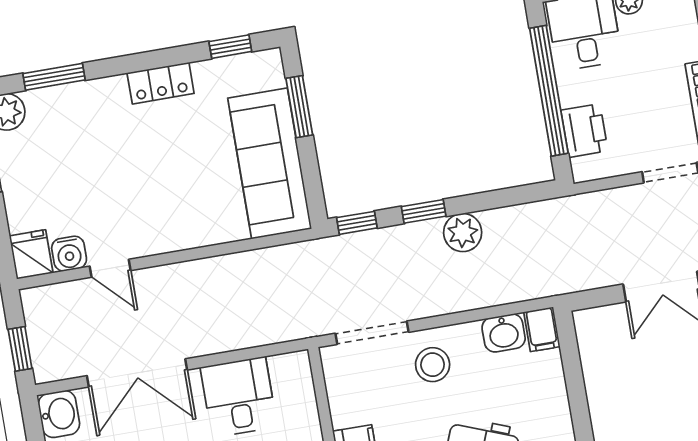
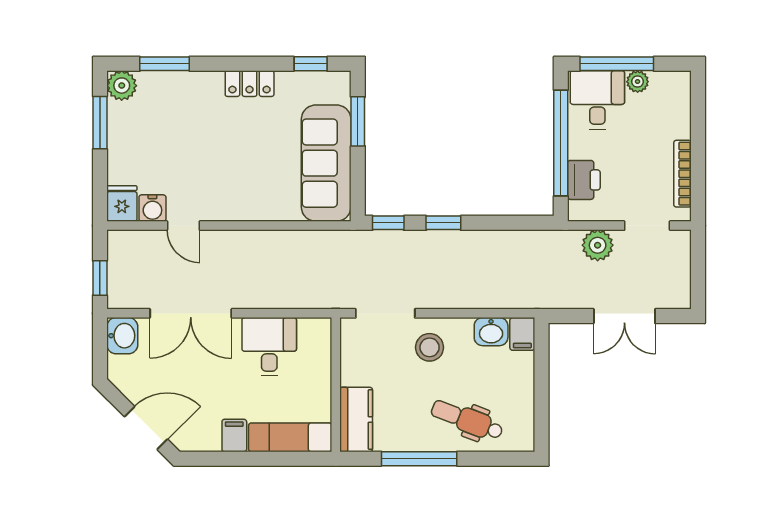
plant: (463, 233) -> (598, 245), moved

